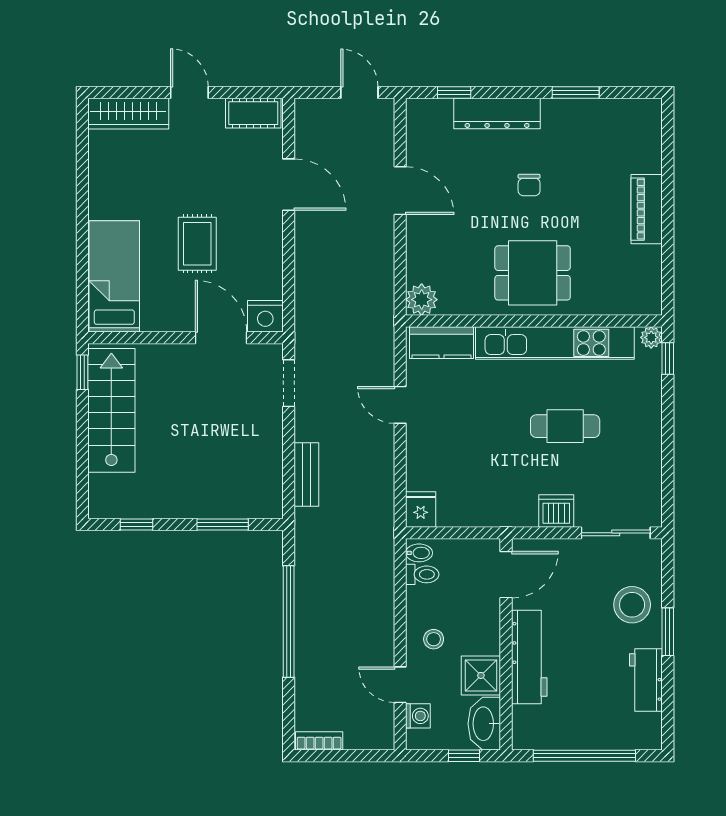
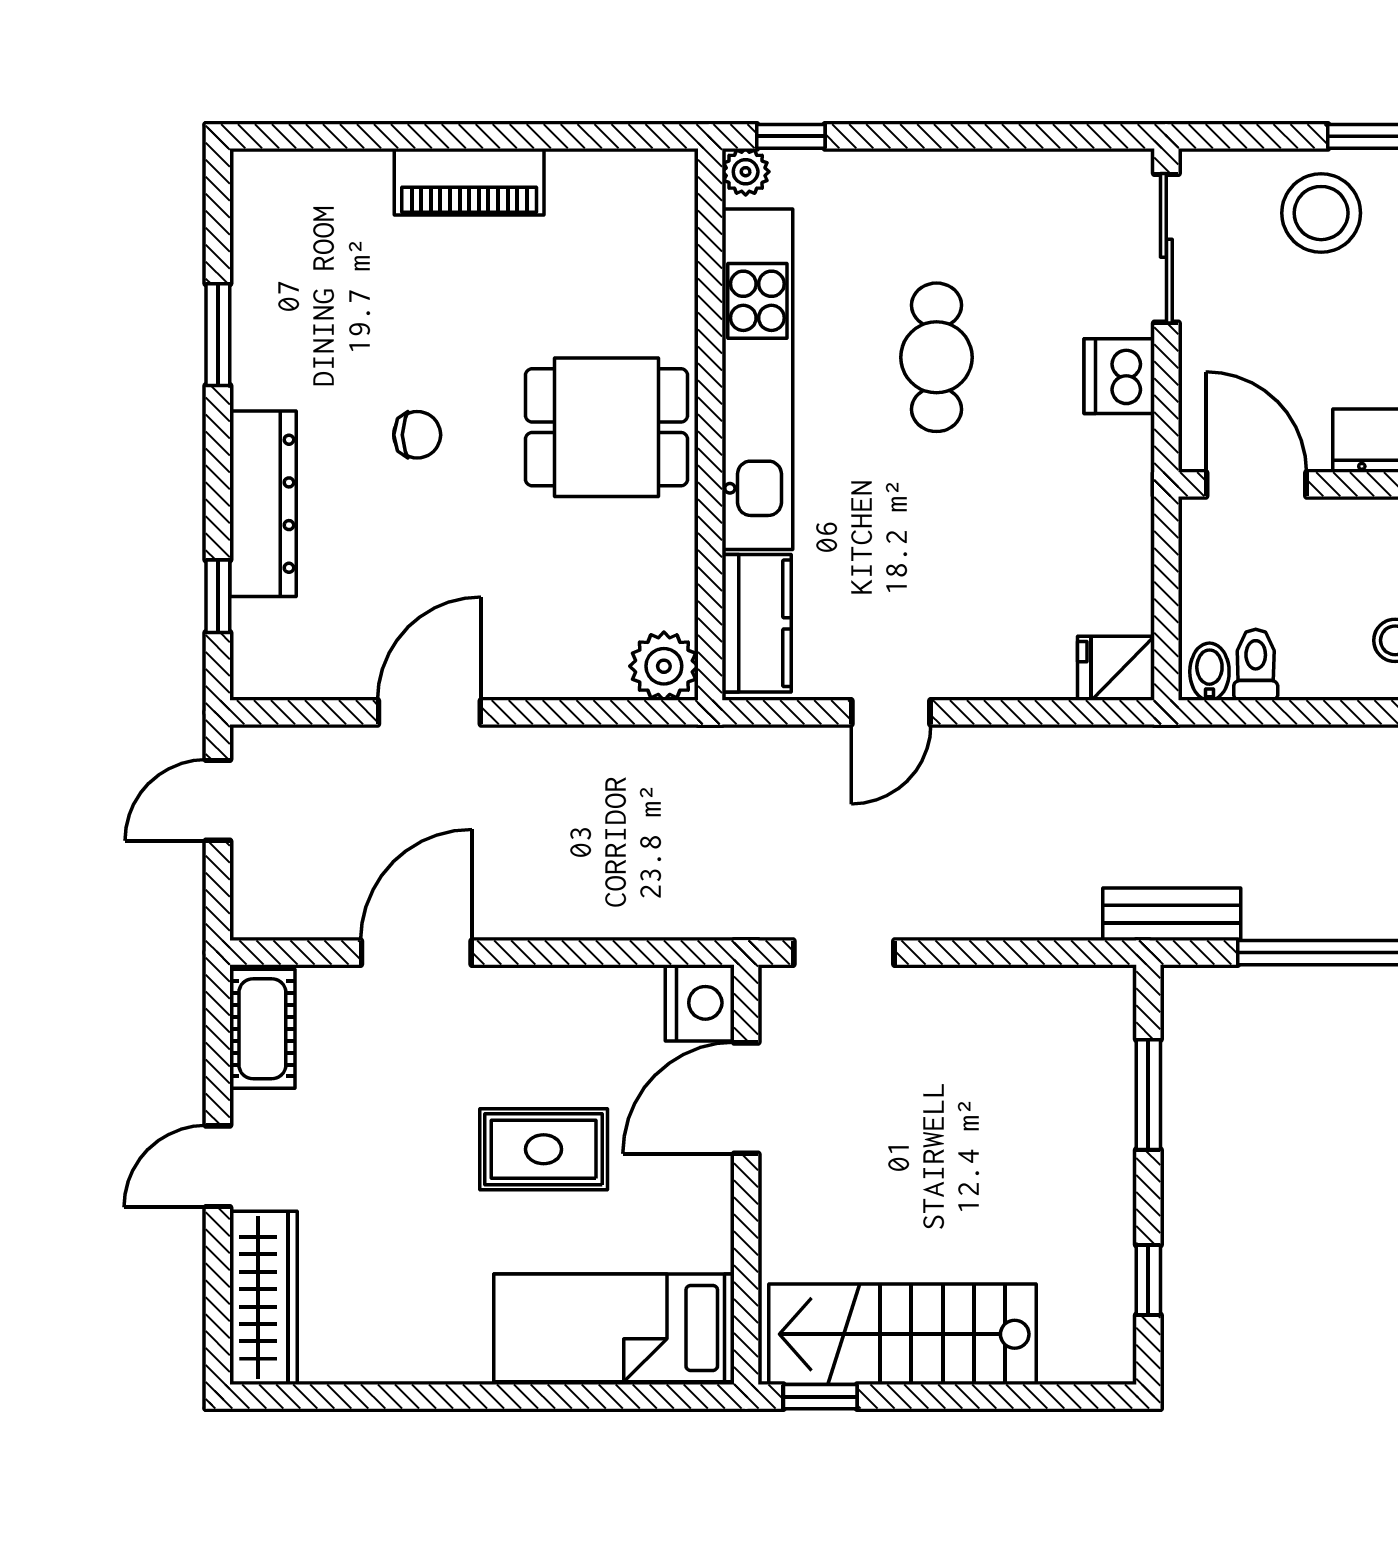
dining table: (533, 273) -> (607, 427), turned 90
bench: (306, 475) -> (1172, 914), moved

